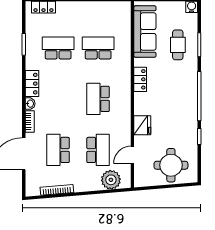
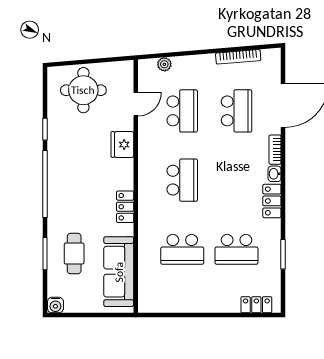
school desk: (98, 150) -> (182, 111), turned 180
plant: (111, 180) -> (164, 64), width x0.53, depth x0.53

